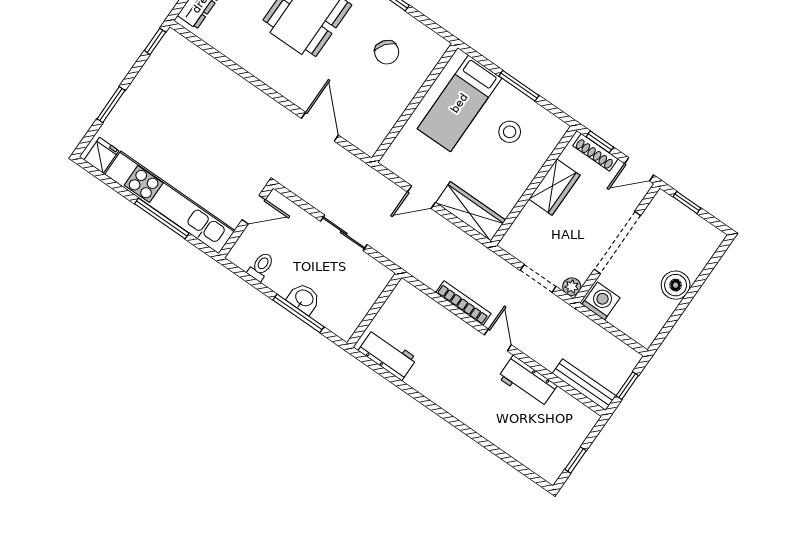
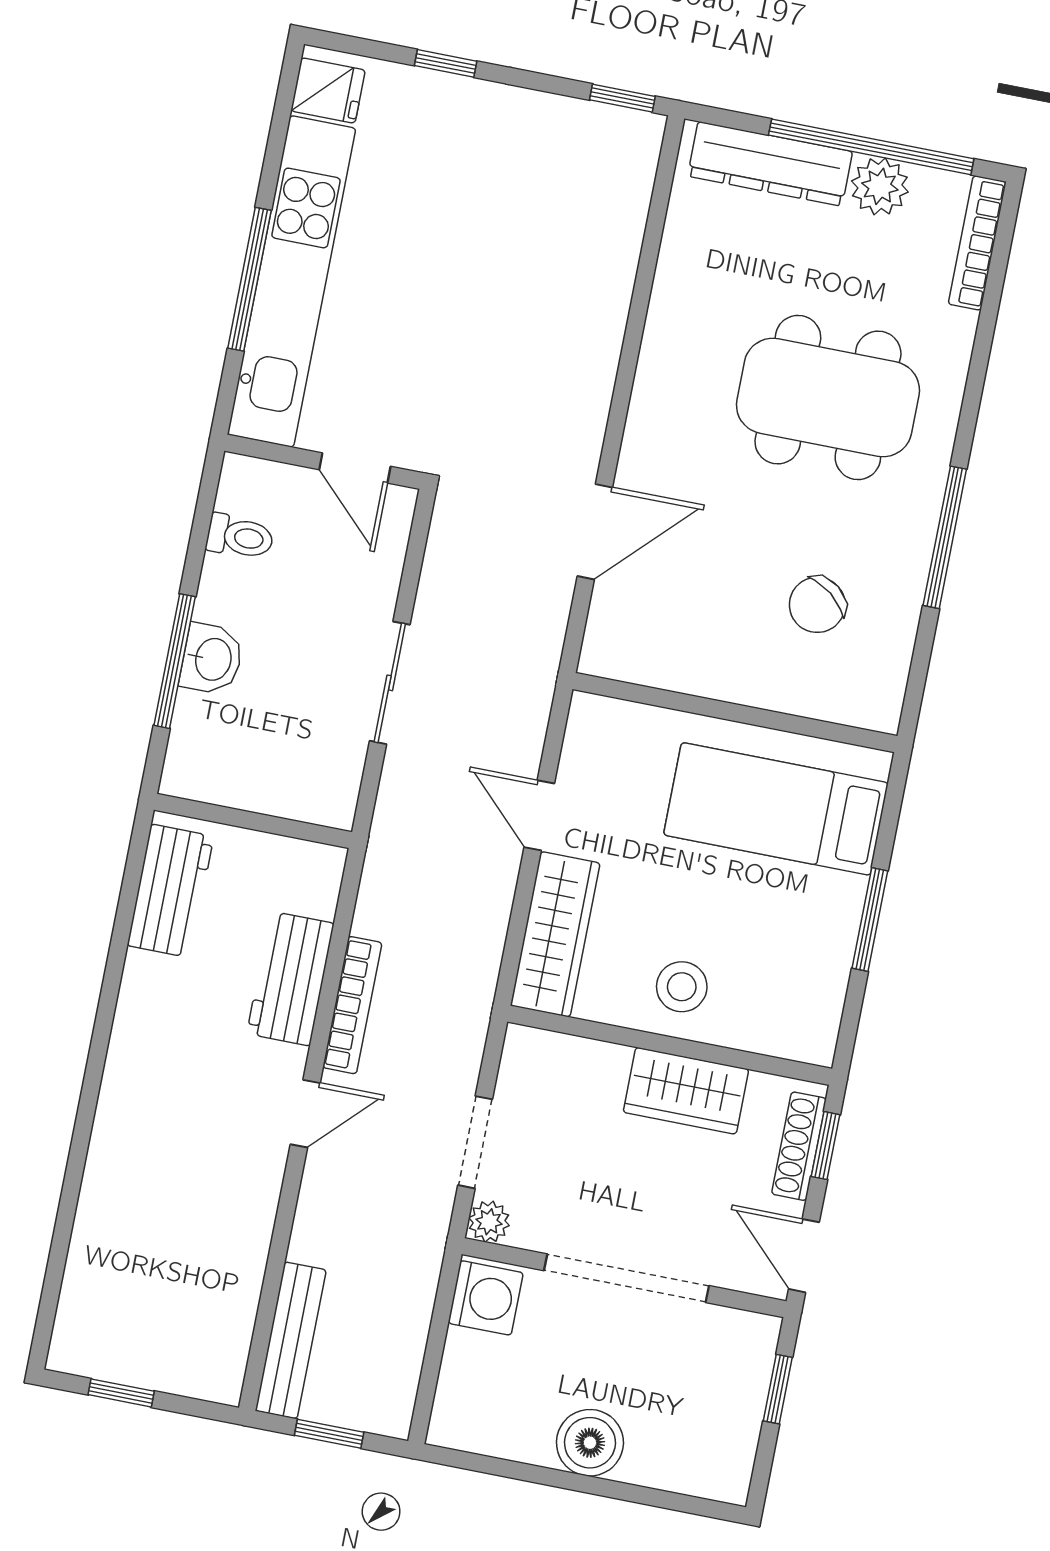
window: (111, 105) -> (446, 63), width x0.67
stool: (510, 132) -> (682, 987), moved
workbench: (527, 382) -> (290, 979), moved

